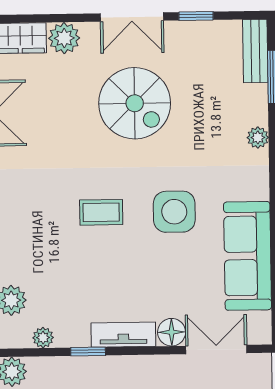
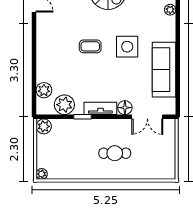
plant: (43, 338) -> (64, 105), width x1.87, depth x1.87
double door: (216, 349) -> (147, 117), swing flipped

